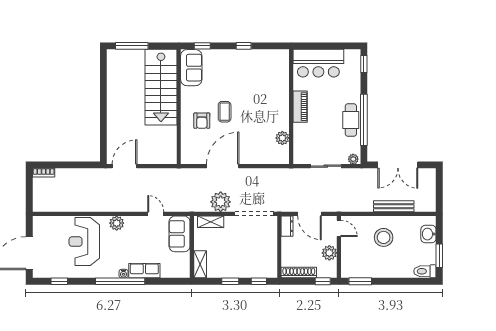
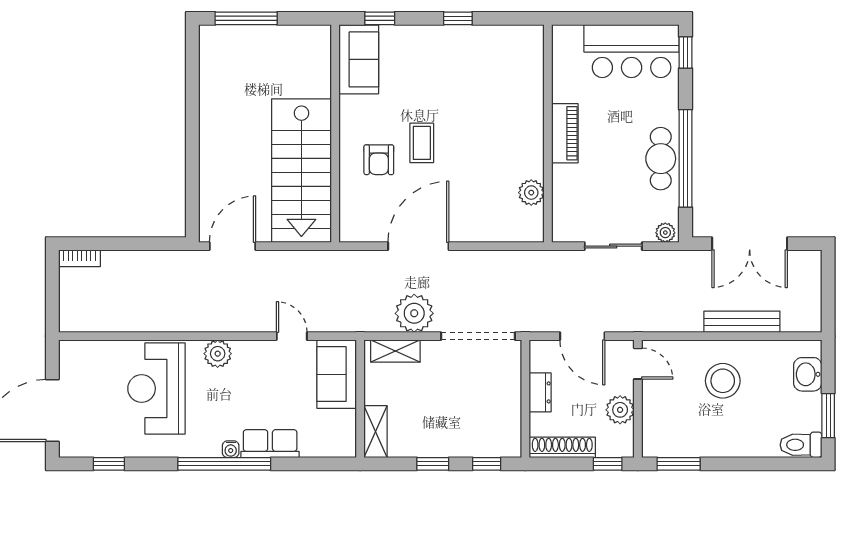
bar counter: (318, 63) -> (632, 51), moved
stairs: (161, 87) -> (301, 171), moved
dresser: (287, 226) -> (540, 392), moved

